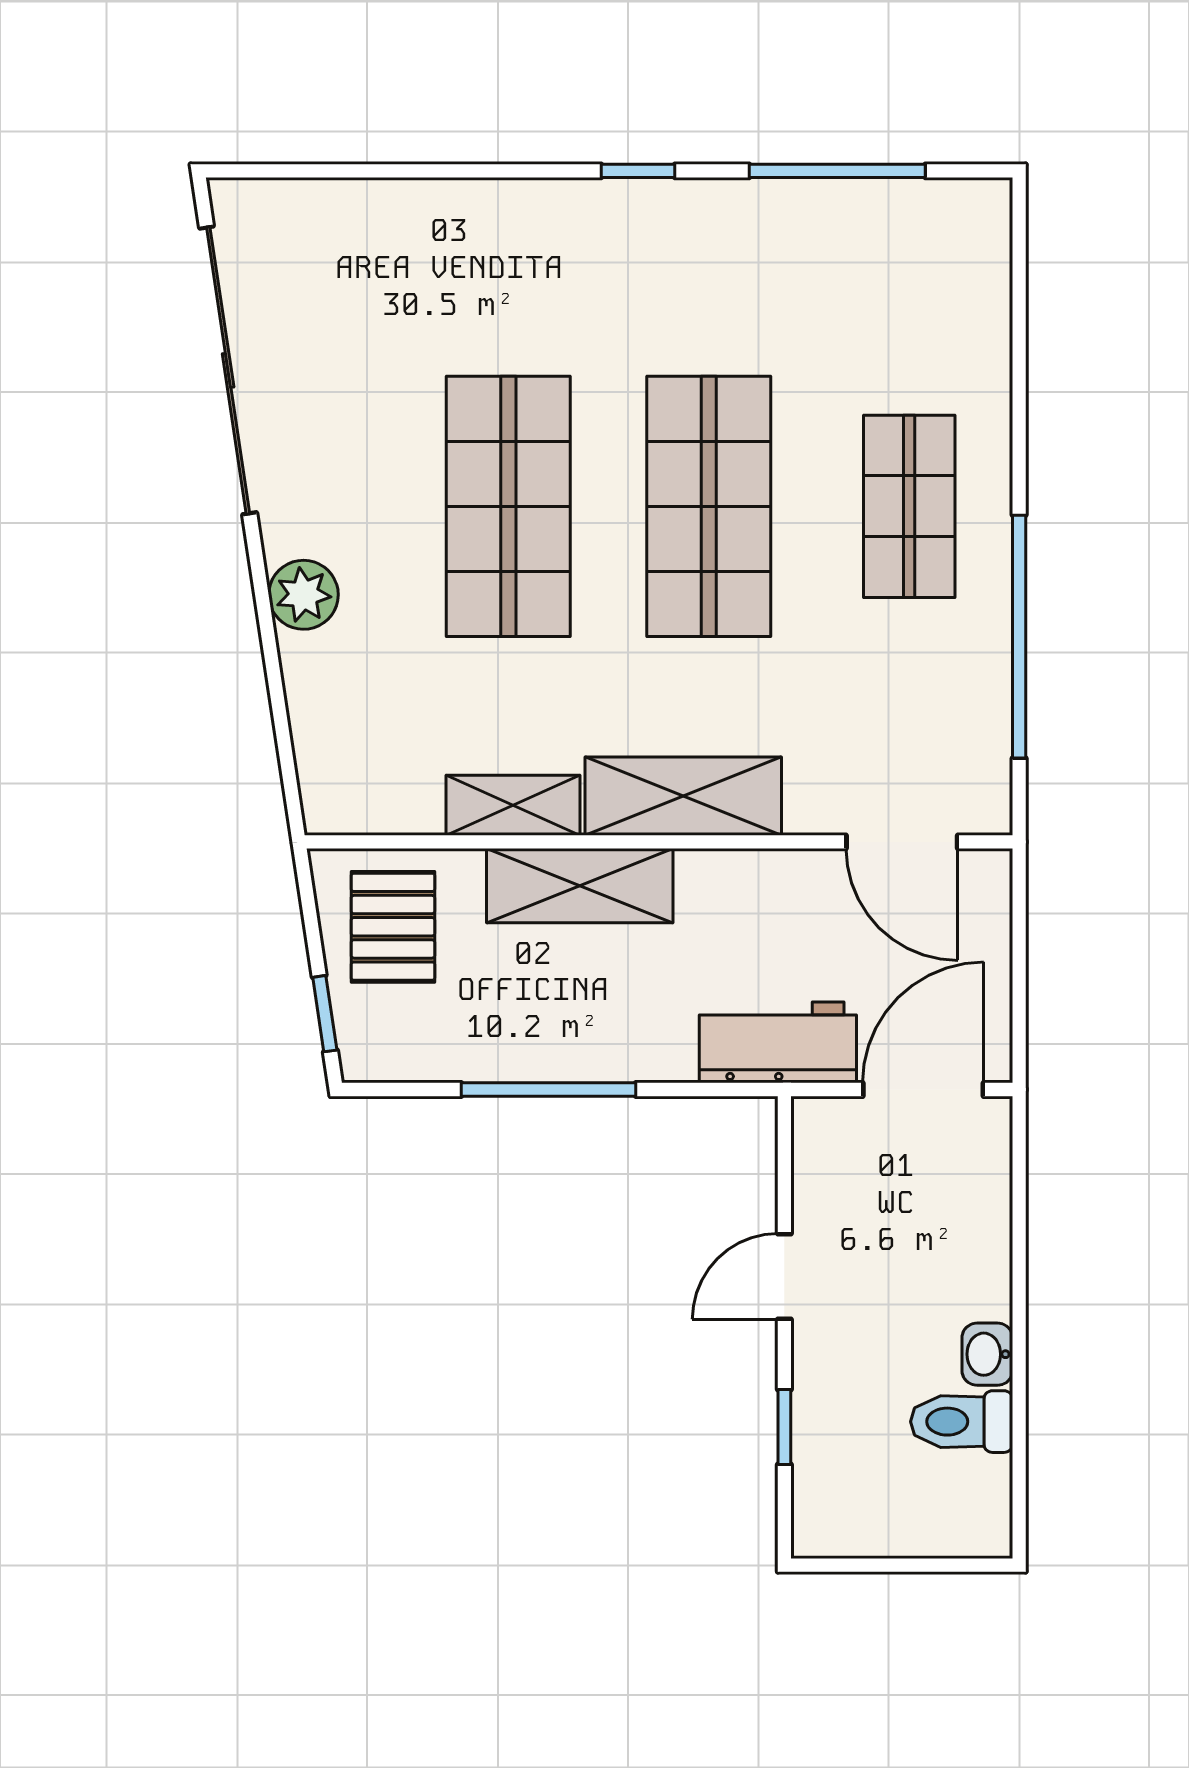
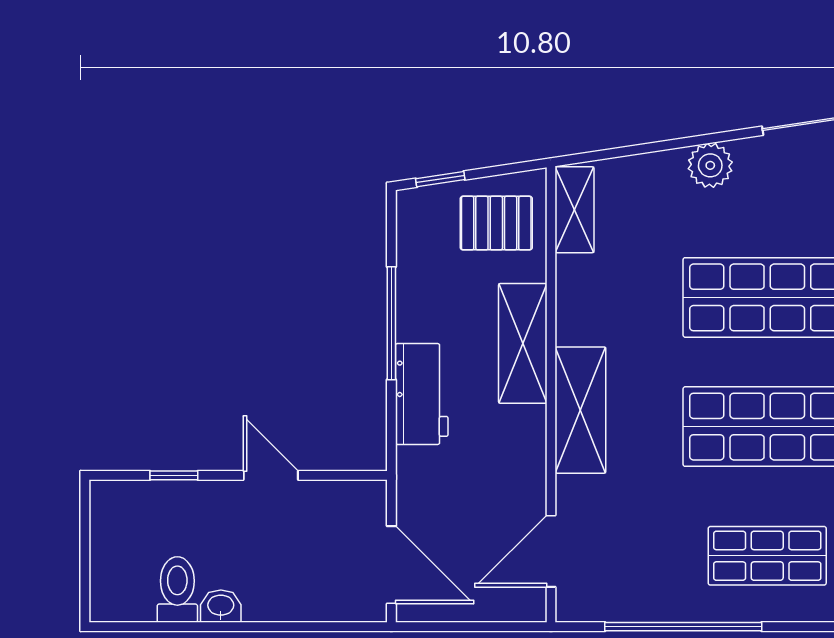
shelving: (513, 805) -> (575, 210), moved
workbench: (778, 1042) -> (422, 394), moved

